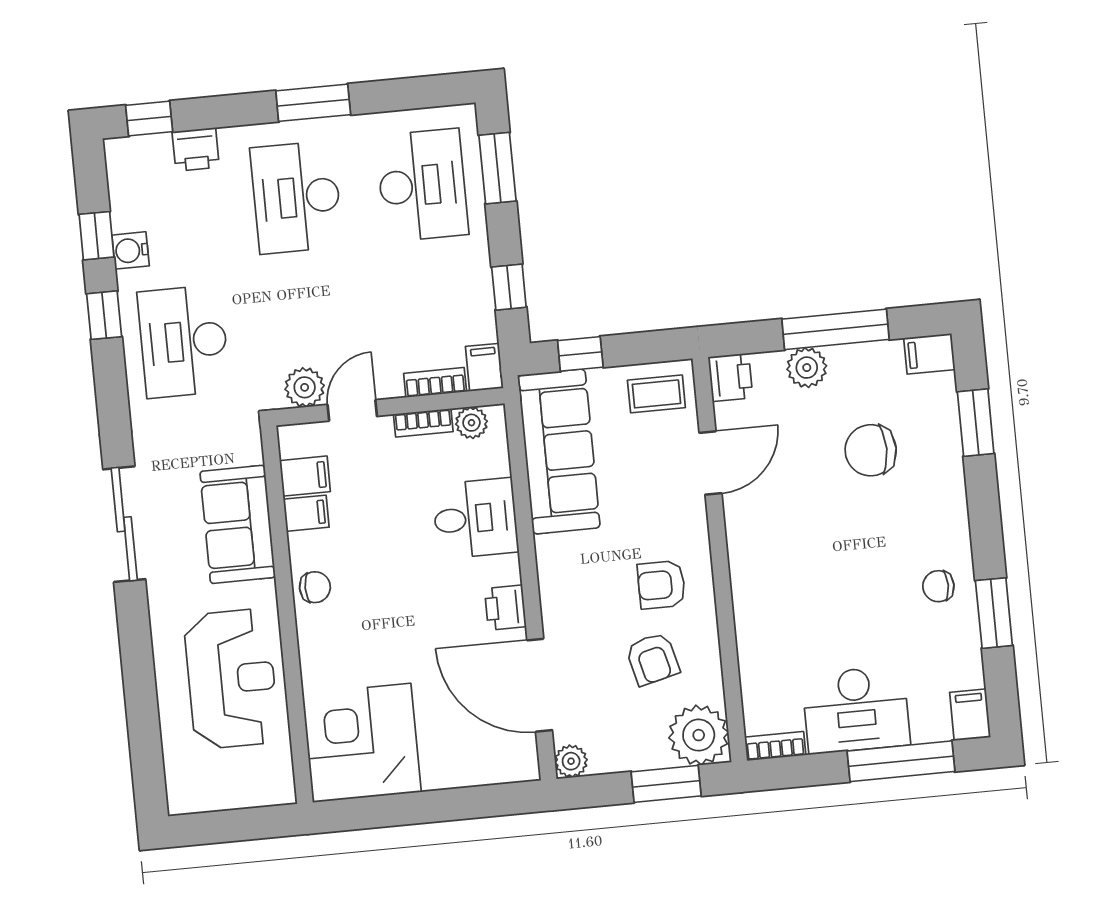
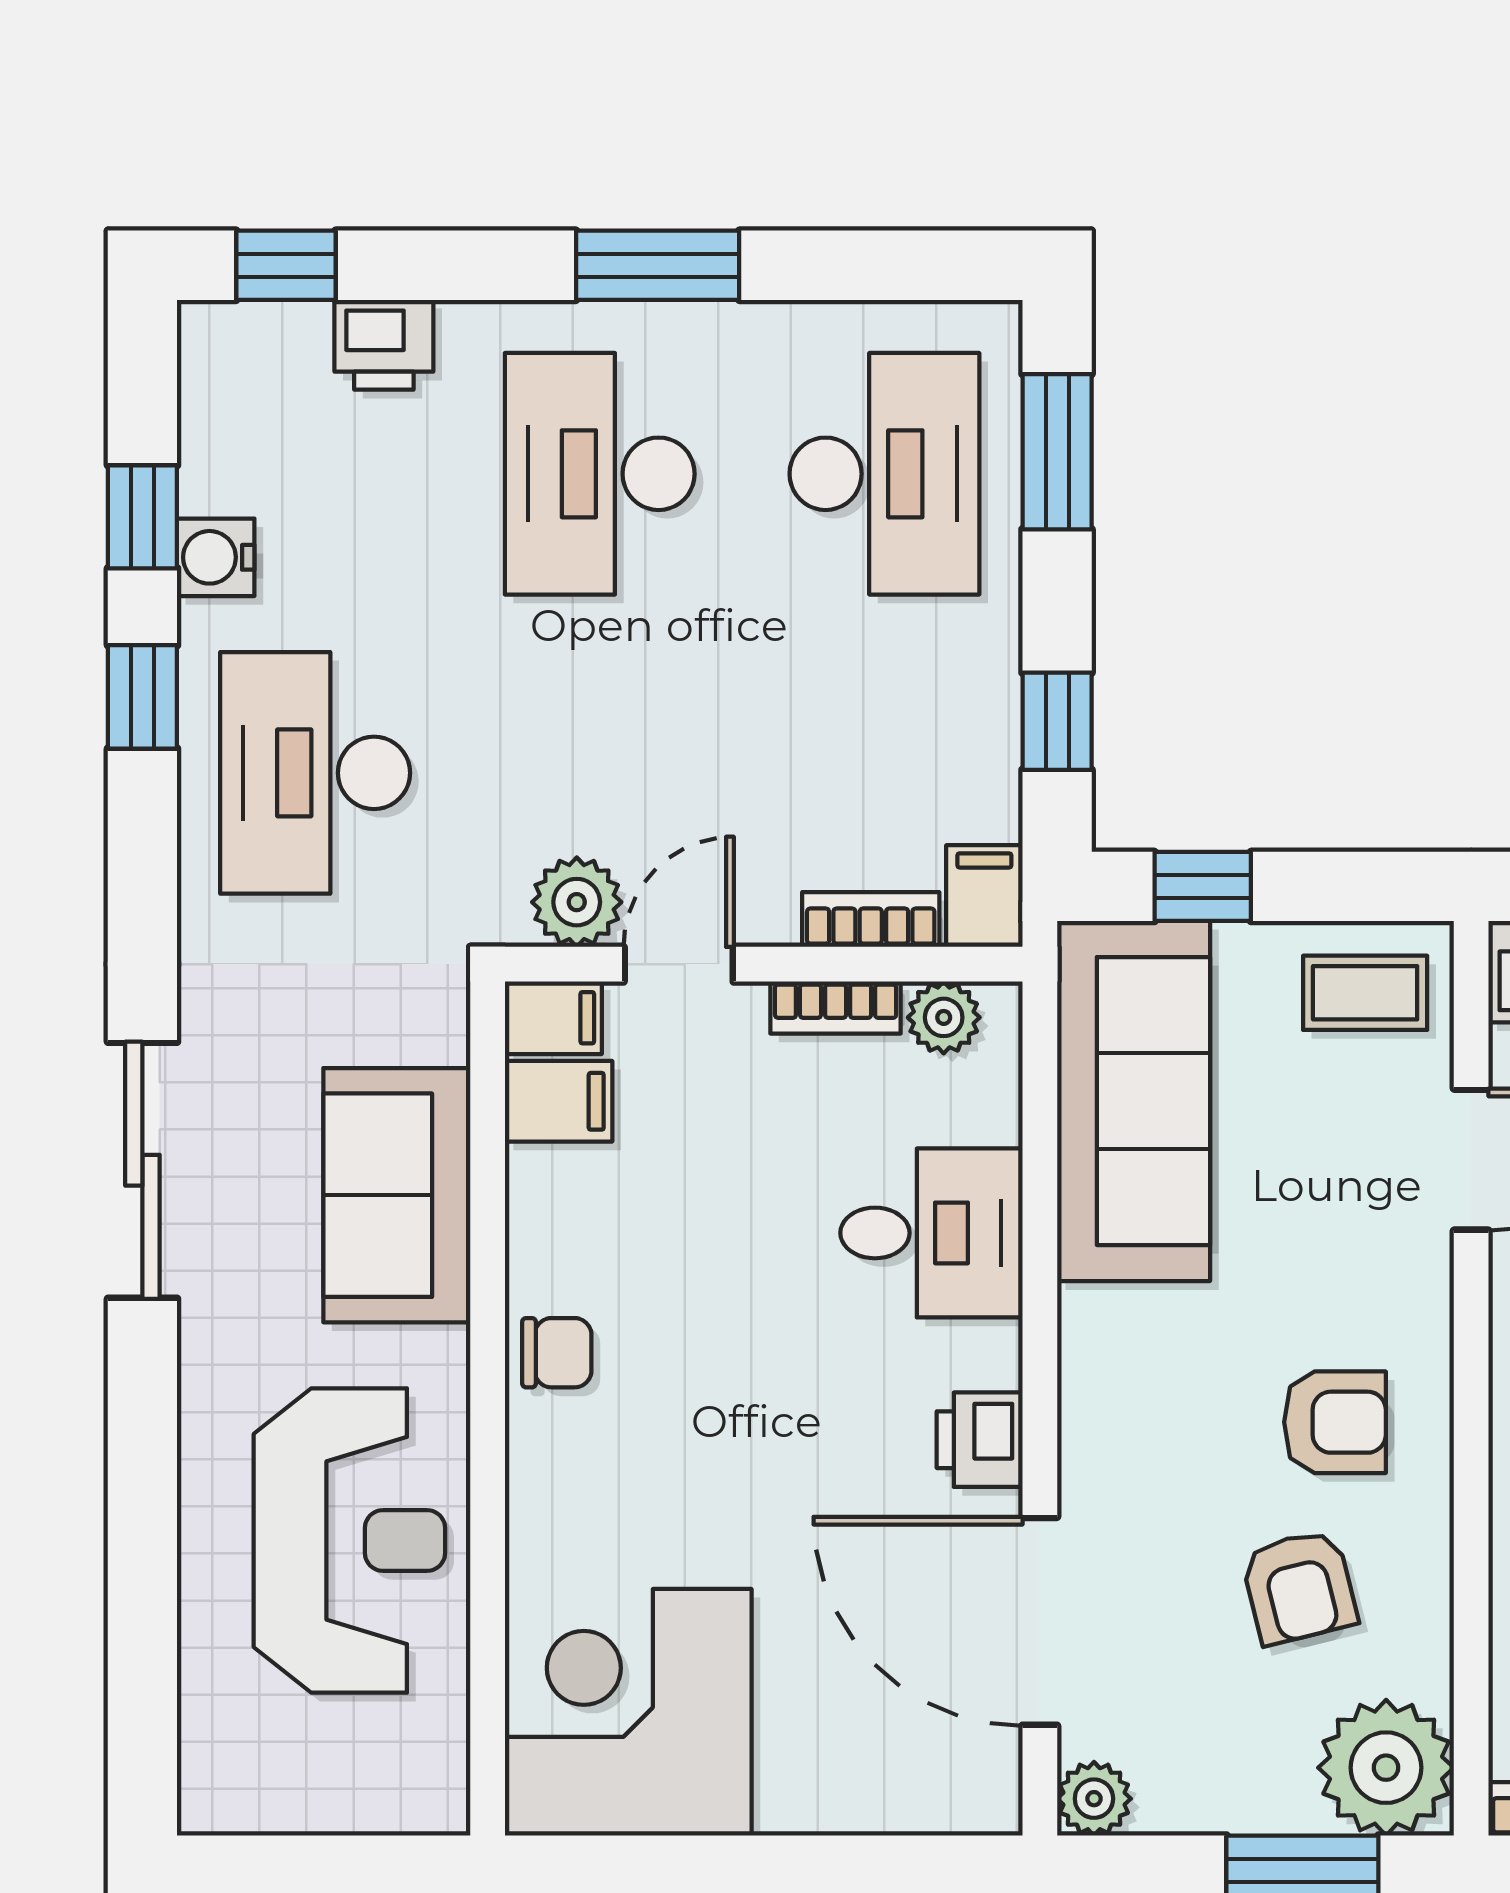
filing cabinet: (306, 513) -> (553, 1018), moved
armchair: (661, 585) -> (1335, 1422), turned 180

